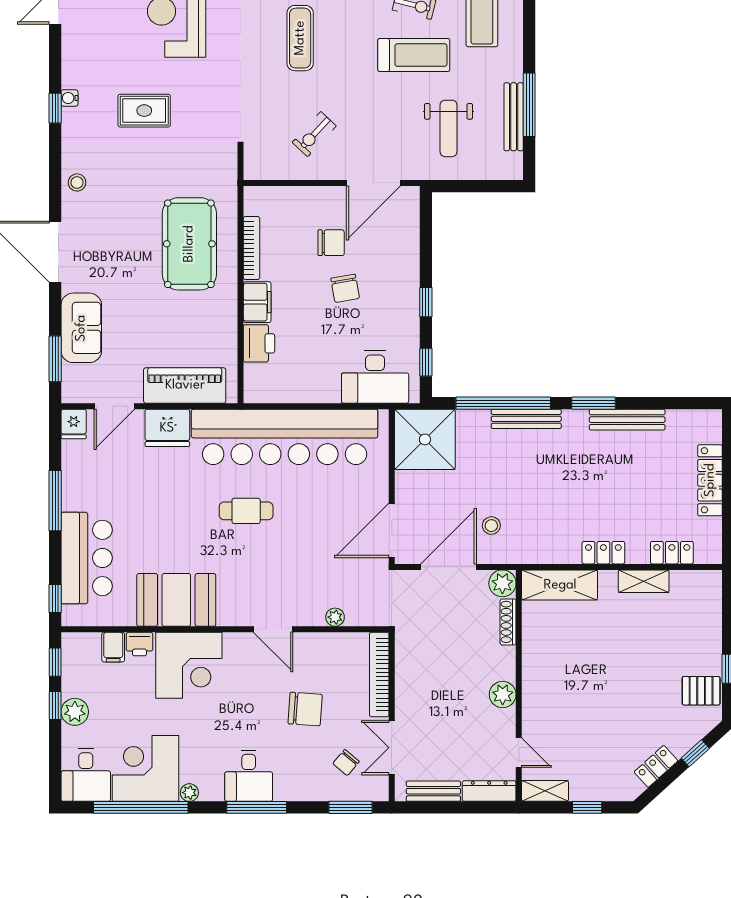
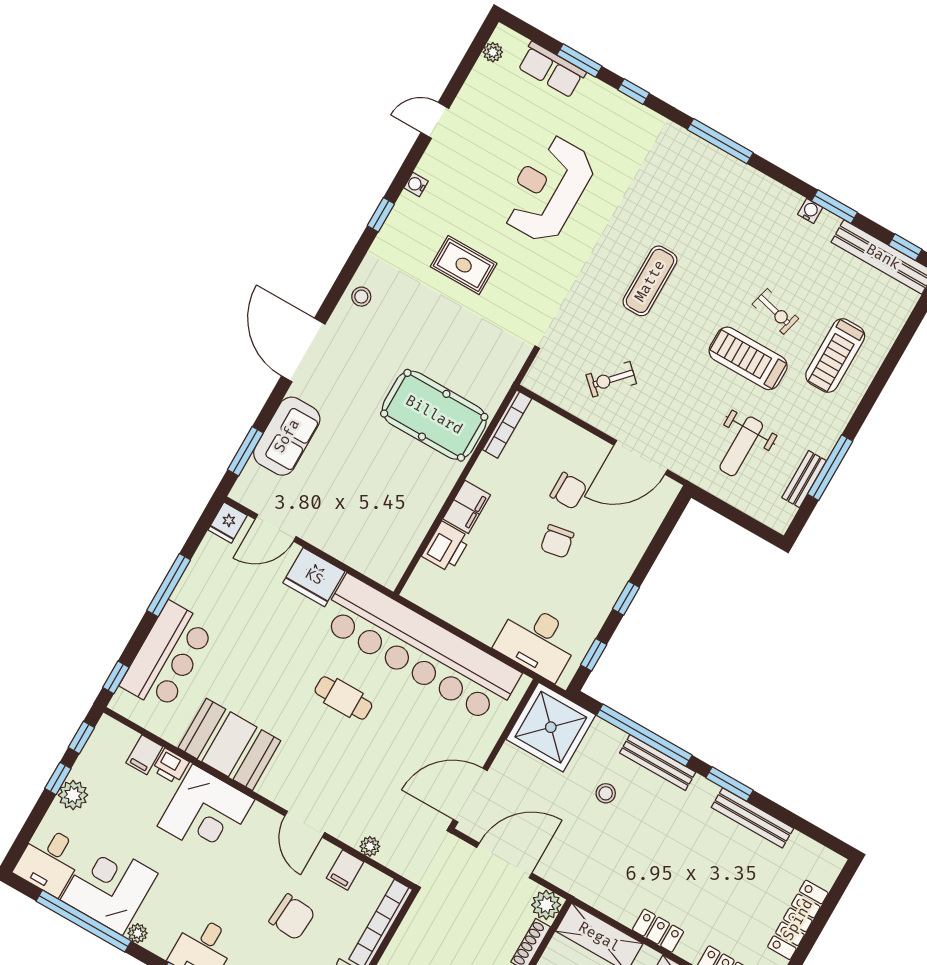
treadmill: (414, 55) -> (748, 358), turned 180
water cooler: (69, 98) -> (416, 184), moved
bench: (514, 117) -> (804, 479), width x0.73
pool table: (189, 244) -> (434, 415), turned 90
bookcase: (252, 248) -> (507, 424), moved
piano: (185, 385) -> (353, 546), removed
stool: (491, 526) -> (606, 793), moved
filing cabinet: (326, 647) -> (345, 870), added

